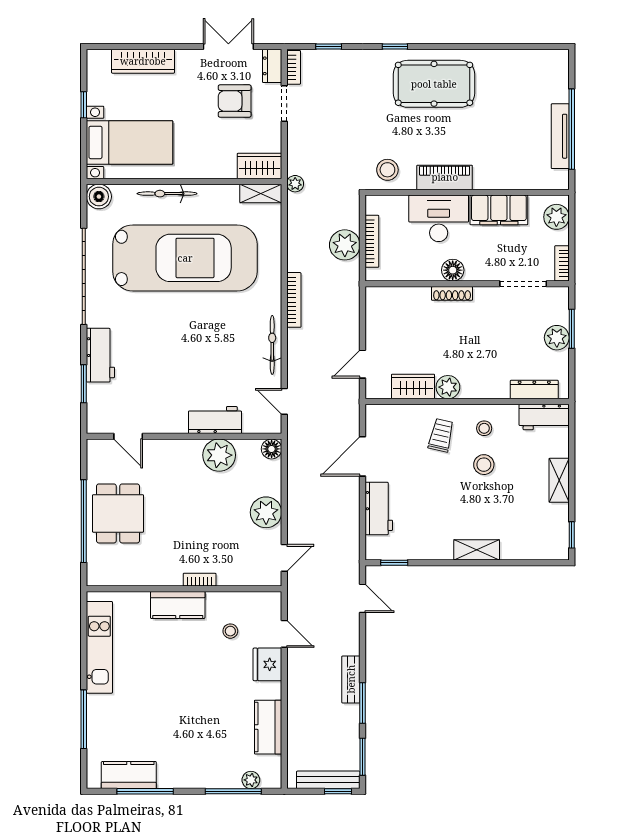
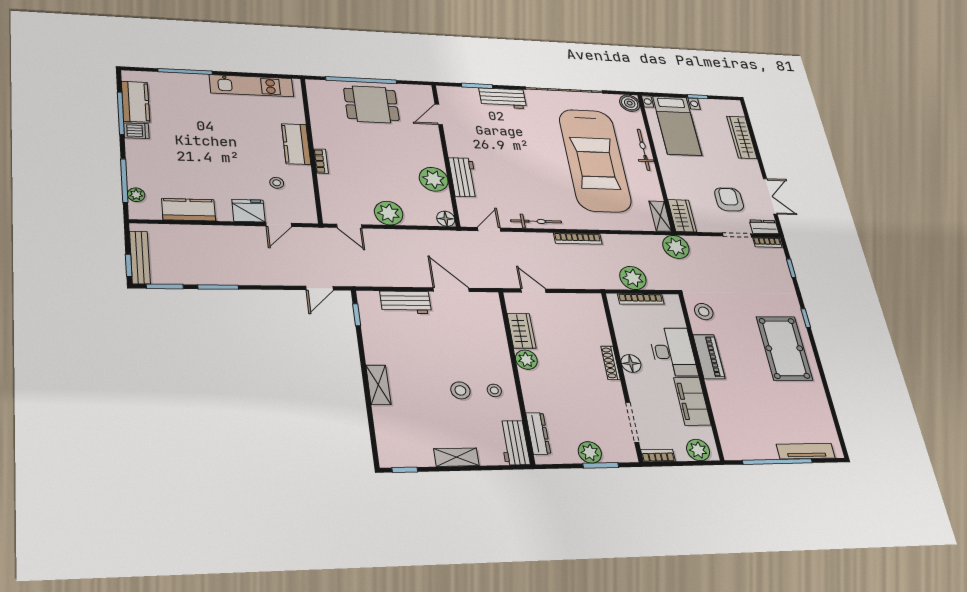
tv unit: (560, 136) -> (806, 451), moved
plant: (295, 184) -> (676, 247), width x1.88, depth x1.88
trolley: (441, 435) -> (481, 354), removed
bench: (351, 679) -> (240, 278), removed
dishwasher: (168, 776) -> (136, 131), added

